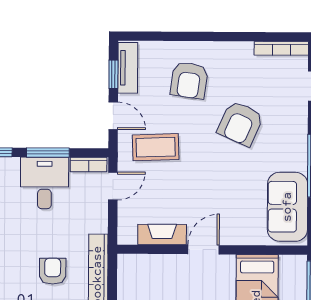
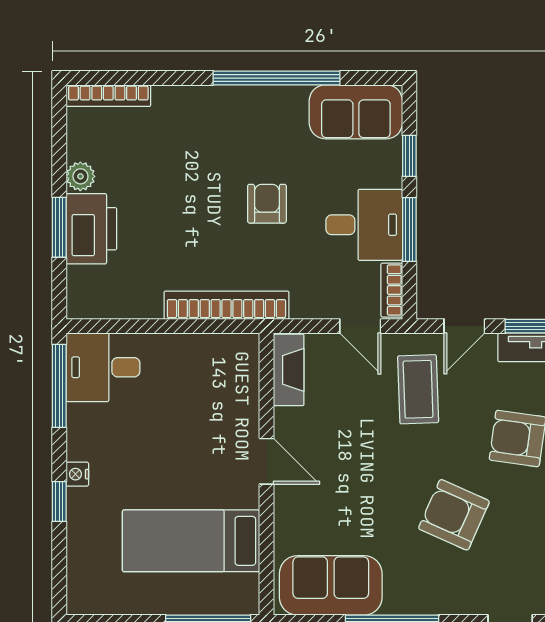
fireplace: (162, 234) -> (289, 370), moved
armchair: (53, 271) -> (267, 204), moved, turned -90

